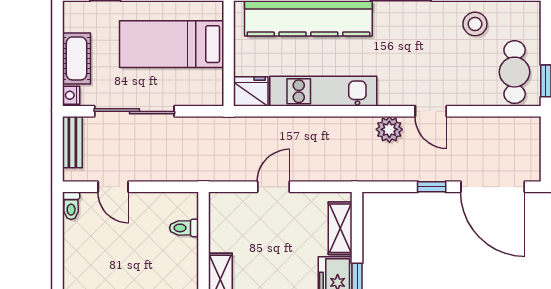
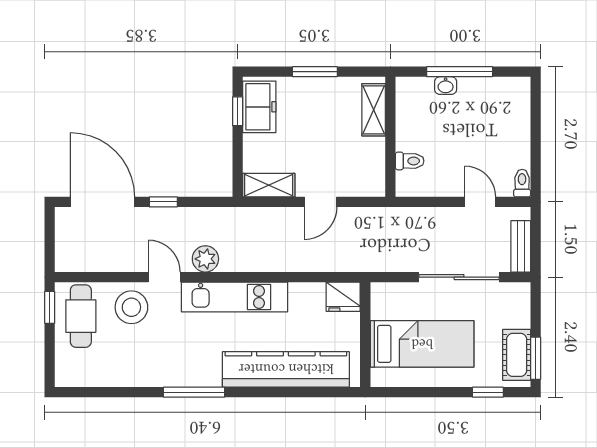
stool: (475, 24) -> (131, 307), moved, width x1.38, depth x1.38
window: (57, 30) -> (536, 358), added
cot: (76, 58) -> (517, 355), moved
kitchen unit: (323, 91) -> (235, 297), moved
nightstand: (71, 95) -> (522, 293), removed
shelving: (340, 228) -> (269, 185), moved, turned 90

